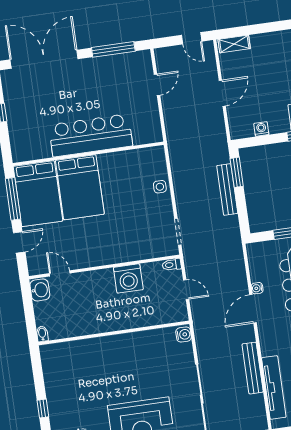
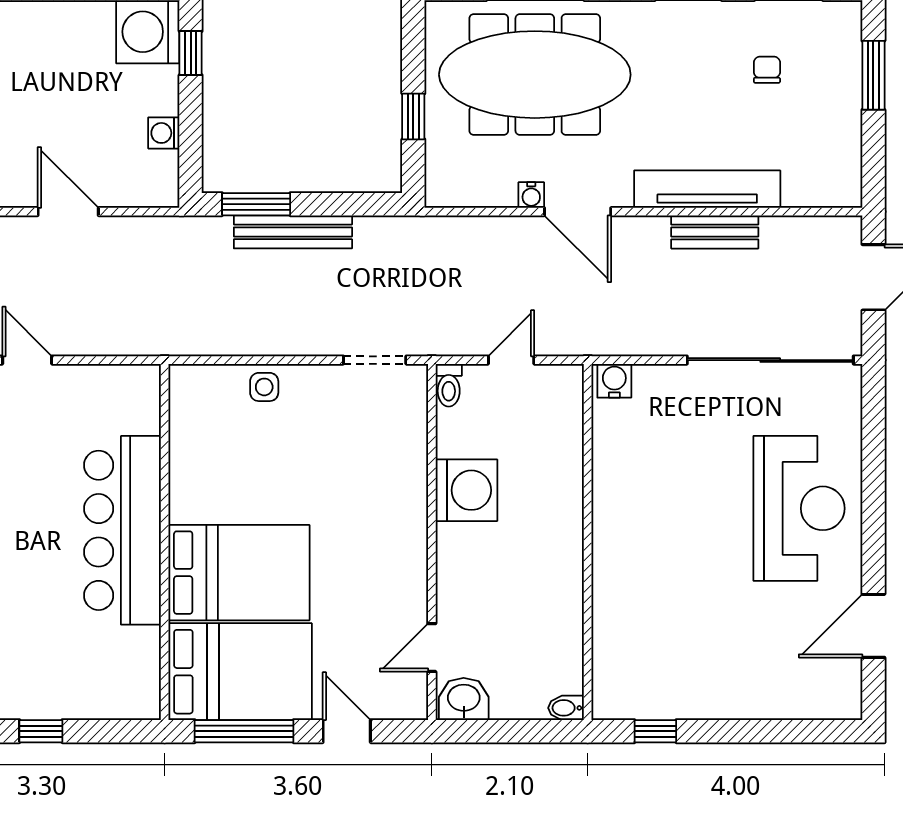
bench: (253, 368) -> (715, 232), width x0.73
tv unit: (274, 387) -> (707, 189), moved
window: (43, 408) -> (655, 731), moved

